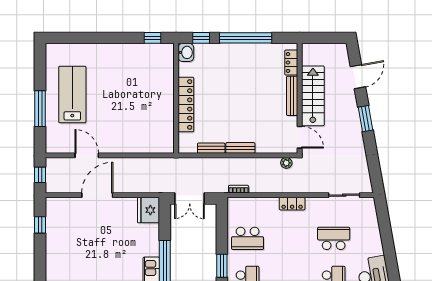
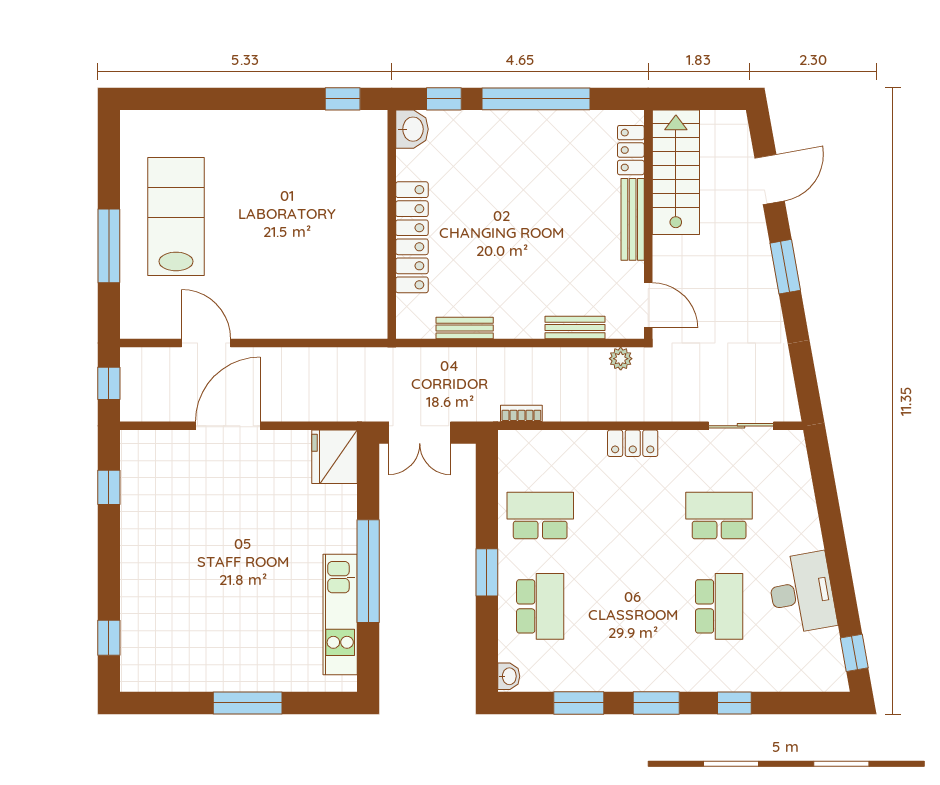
stairs: (313, 96) -> (676, 172), moved
bench: (240, 148) -> (575, 327), moved
school desk: (248, 238) -> (540, 515), turned 180

